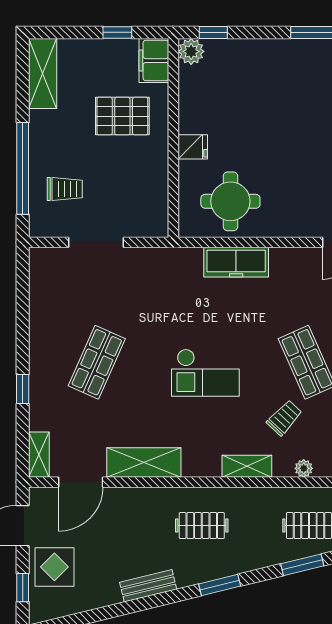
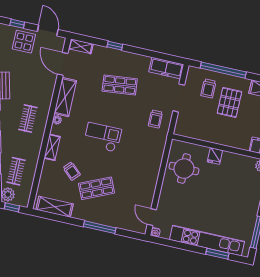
pallet: (122, 116) -> (229, 102), moved
freezer: (236, 262) -> (166, 68), moved, turned -90
trolley: (147, 278) -> (155, 119), added
shop shelf: (97, 362) -> (120, 85), turned -30
checkout: (205, 373) -> (103, 137), turned 90
plant: (304, 468) -> (57, 120), moved

